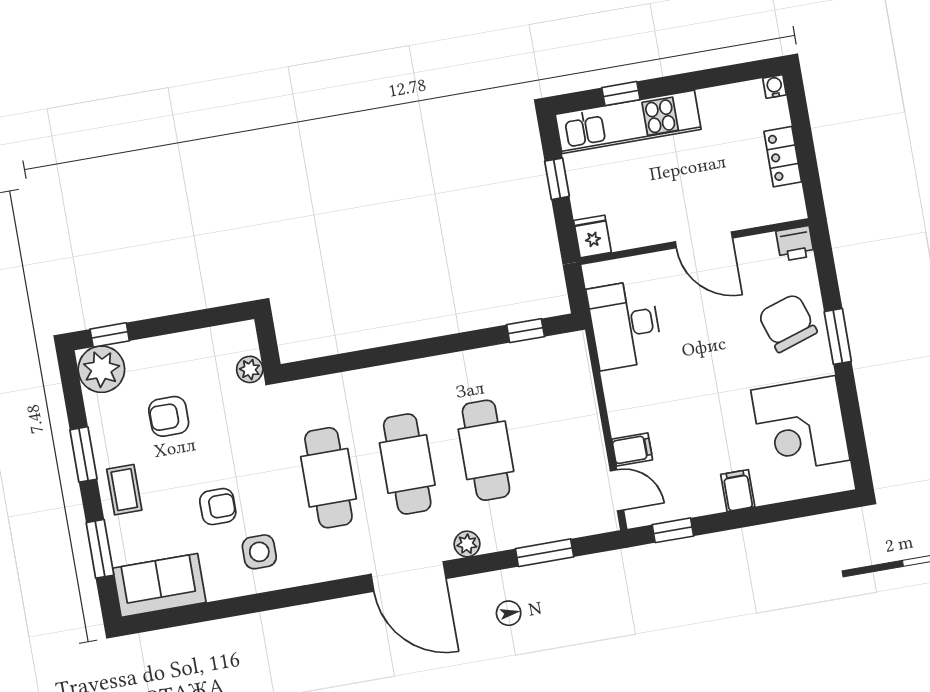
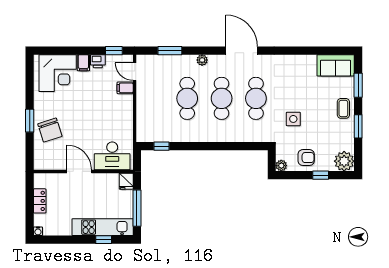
window: (557, 179) -> (137, 208), width x2.17
printer: (795, 243) -> (98, 61), moved, turned 180
desk: (625, 325) -> (112, 156), moved, turned 90
window: (110, 335) -> (321, 175), moved
plant: (250, 369) -> (281, 166), moved
armchair: (169, 416) -> (306, 158), moved
corner desk: (800, 425) -> (58, 73), moved, turned 90
armchair: (218, 507) -> (305, 94), removed
side table: (259, 552) -> (293, 119), moved
door: (408, 576) -> (242, 51), moved

